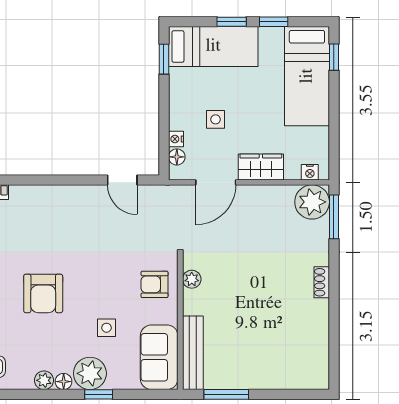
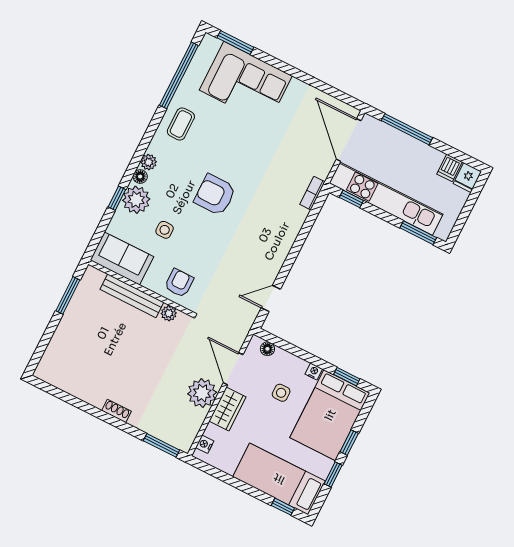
bed: (213, 46) -> (330, 415), width x1.50
nightstand: (176, 139) -> (314, 372), moved
plant: (312, 202) -> (202, 393), moved
bench: (193, 353) -> (132, 296), moved

